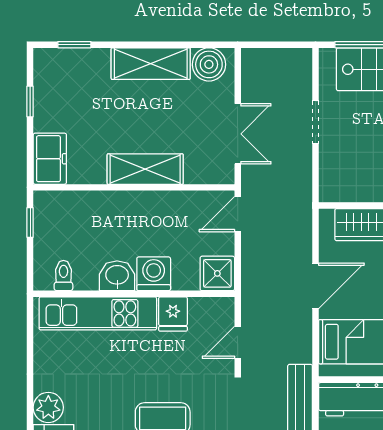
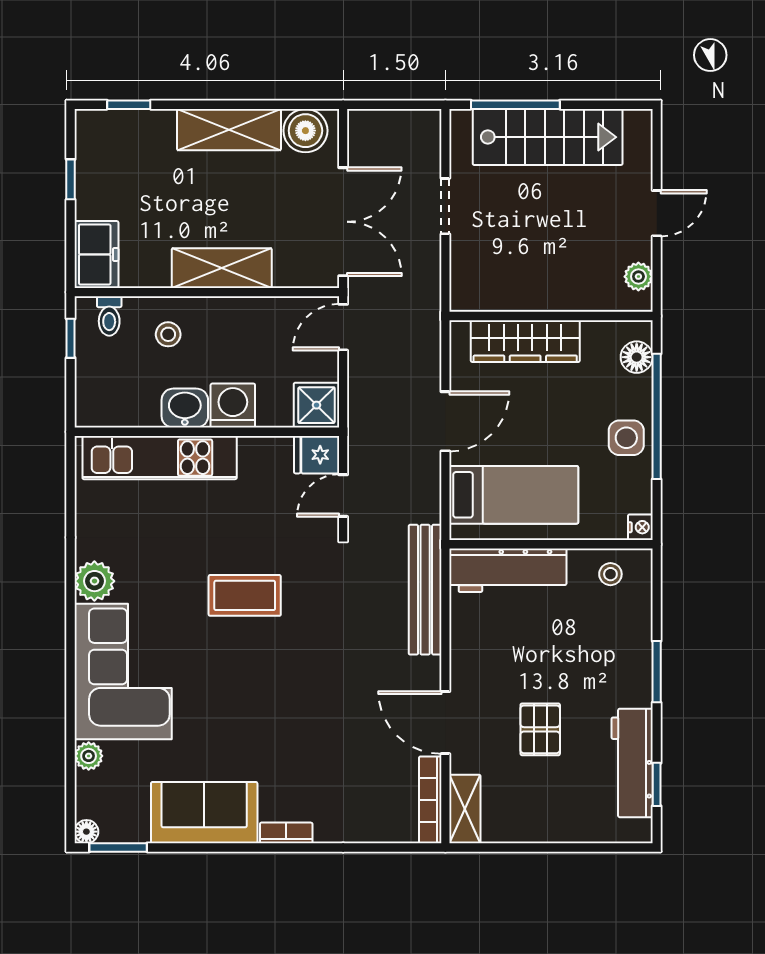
double door: (238, 134) -> (343, 222), width x1.37
stool: (104, 220) -> (168, 334), added
toilet: (63, 276) -> (109, 316), moved, turned 180
fridge: (173, 314) -> (317, 455), moved, turned 90

